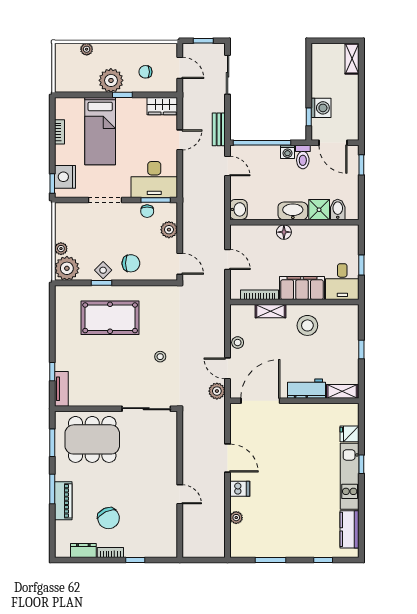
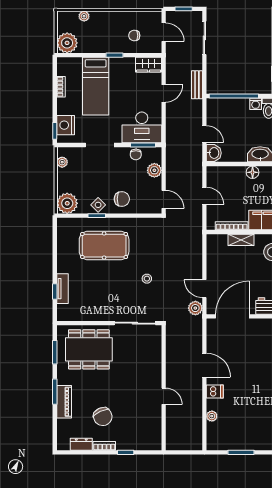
plant: (111, 80) -> (67, 43), moved
door: (228, 166) -> (204, 134), moved
plant: (61, 249) -> (62, 162), moved
stool: (238, 343) -> (213, 267), removed
tv unit: (61, 389) -> (62, 289), moved

